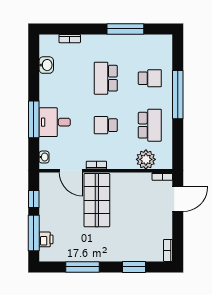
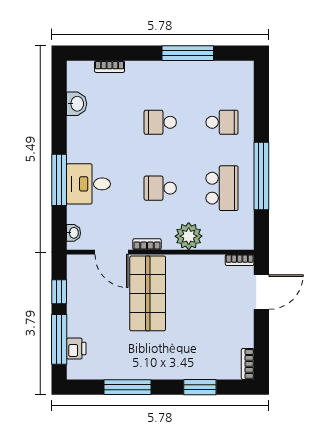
school desk: (106, 78) -> (160, 122), width x0.54
window: (178, 95) -> (261, 176), moved
plant: (146, 159) -> (189, 236), moved

